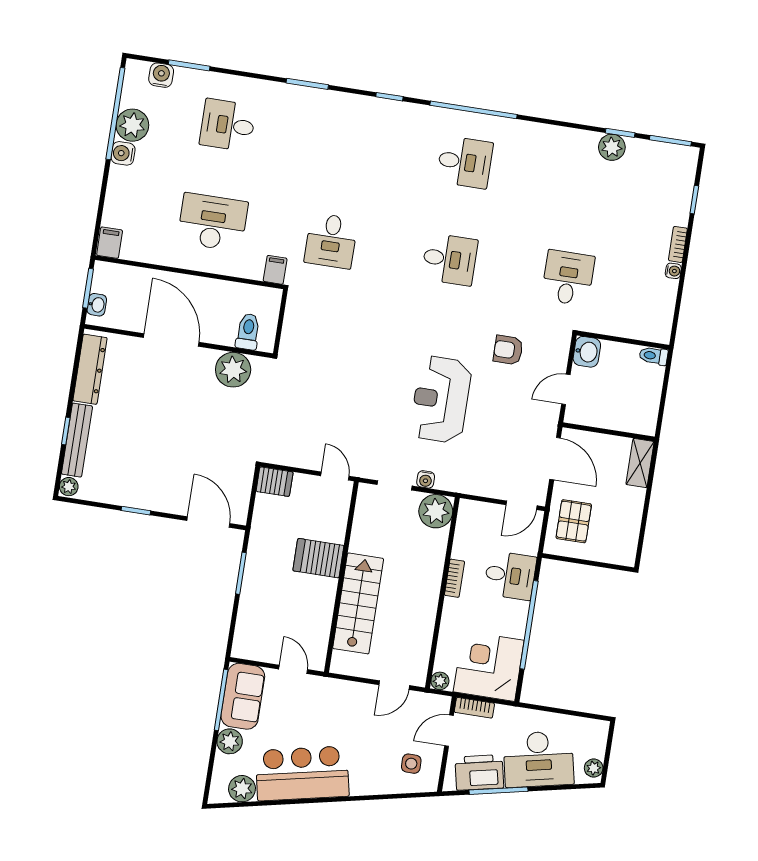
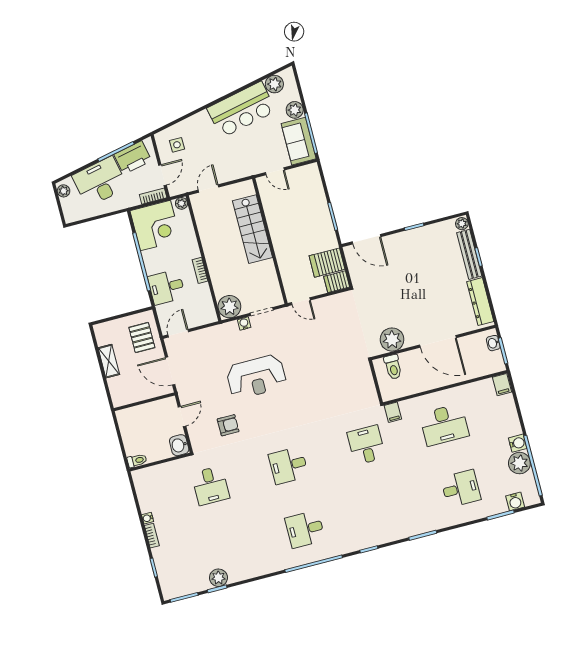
reception desk: (441, 399) -> (256, 377), turned 90
shelving: (640, 463) -> (109, 361), moved
server rack: (318, 558) -> (327, 263), moved, turned 180

